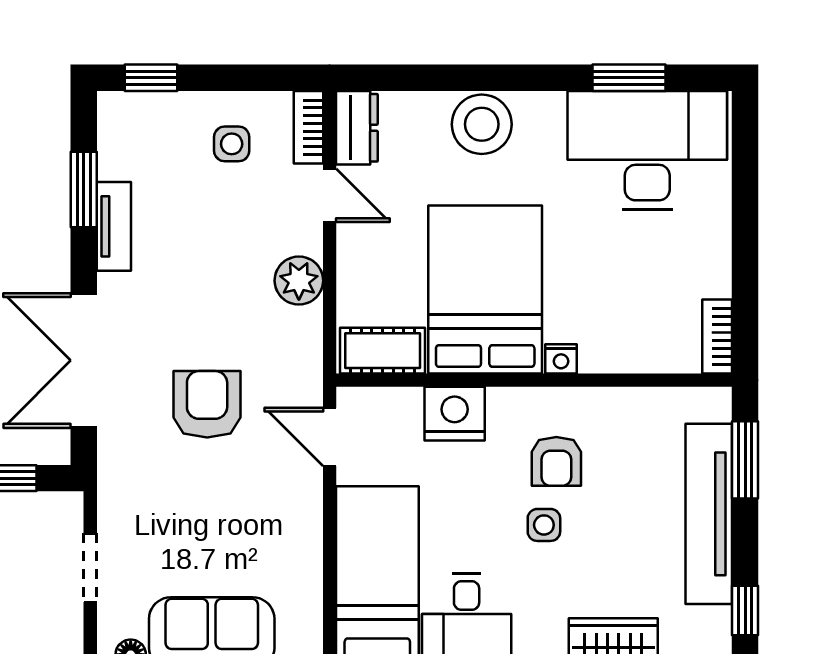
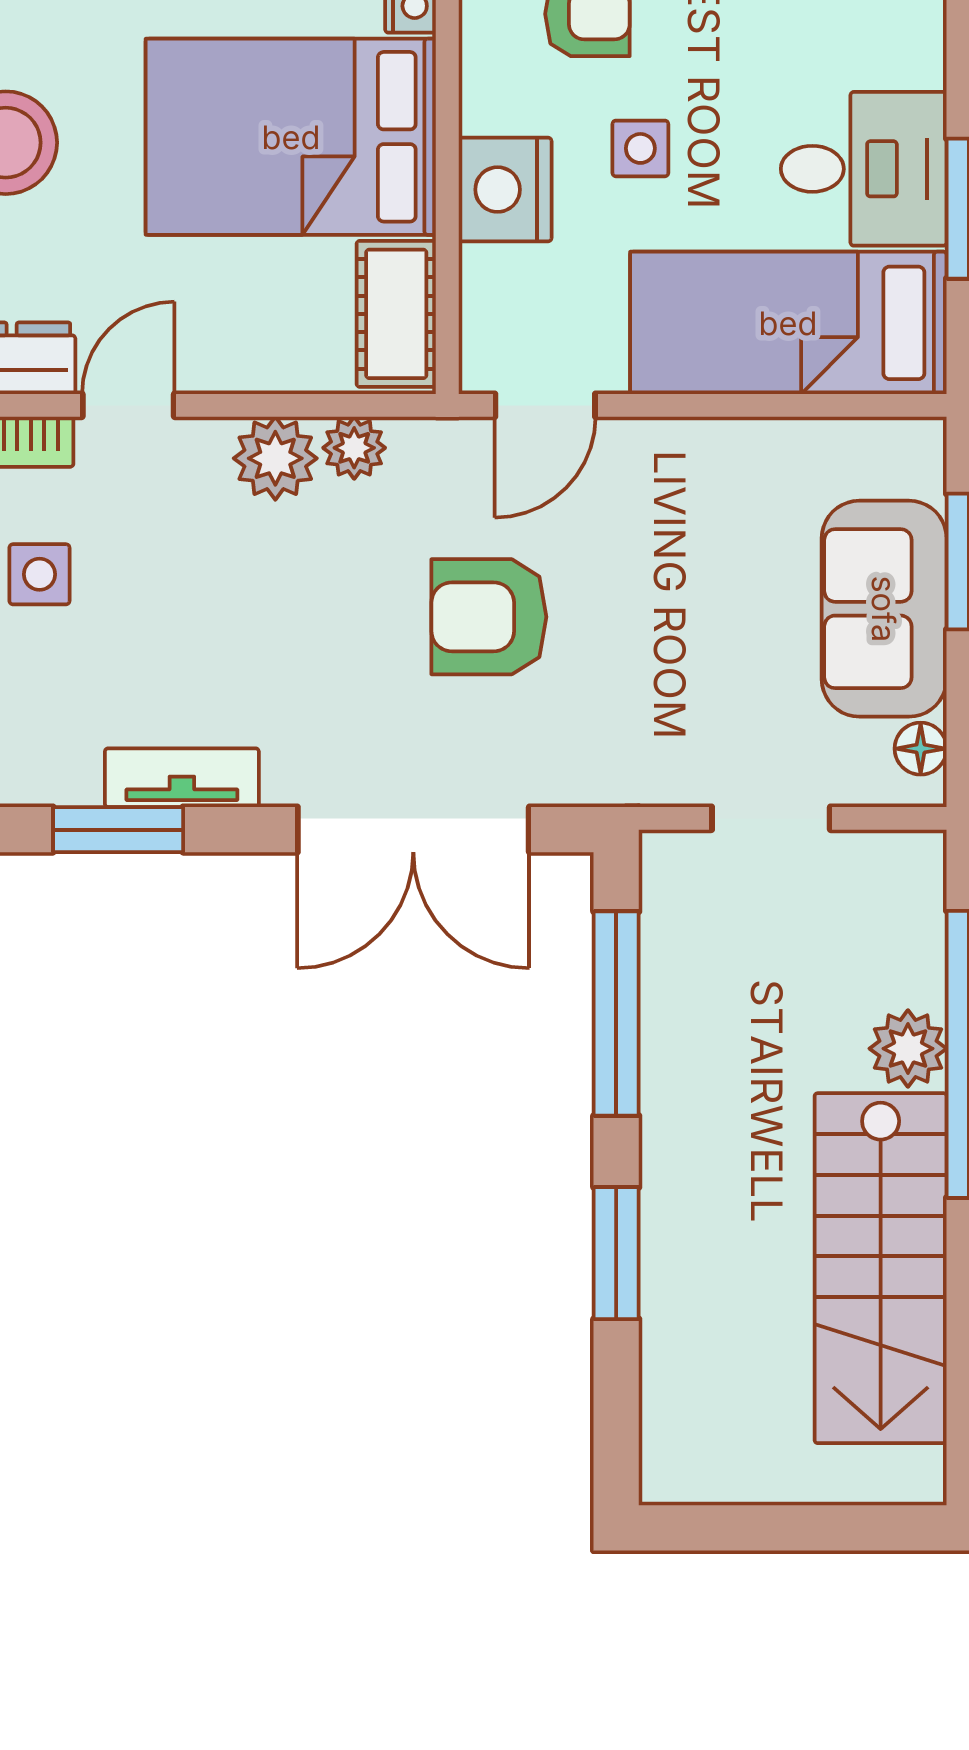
plant: (305, 326) -> (354, 448), added
side table: (544, 525) -> (640, 148), moved

